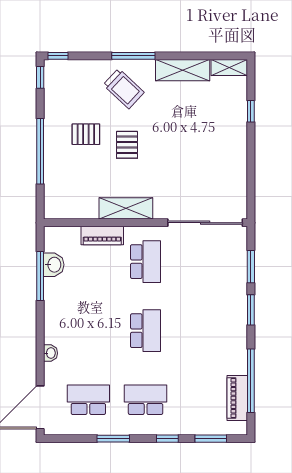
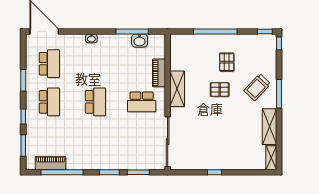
window: (251, 111) -> (214, 172), moved
school desk: (146, 331) -> (95, 102), turned -90
washbasin: (51, 353) -> (91, 38), moved

